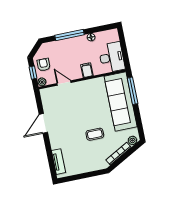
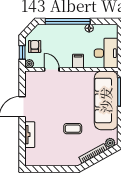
window: (70, 35) -> (68, 21), width x1.46
tv unit: (59, 162) -> (30, 135), moved

